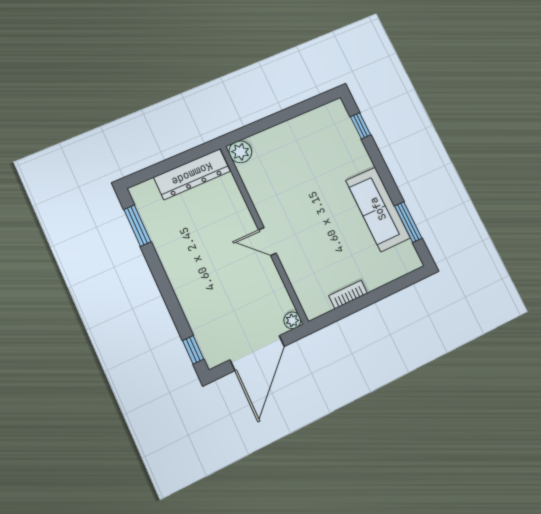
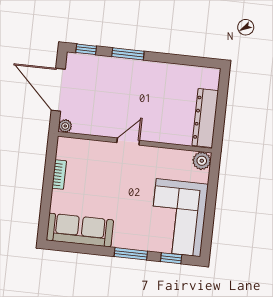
corner sofa: (315, 142) -> (178, 218), added
sofa: (378, 209) -> (80, 230), moved
window: (408, 222) -> (131, 254), moved
window: (137, 226) -> (128, 54), moved

